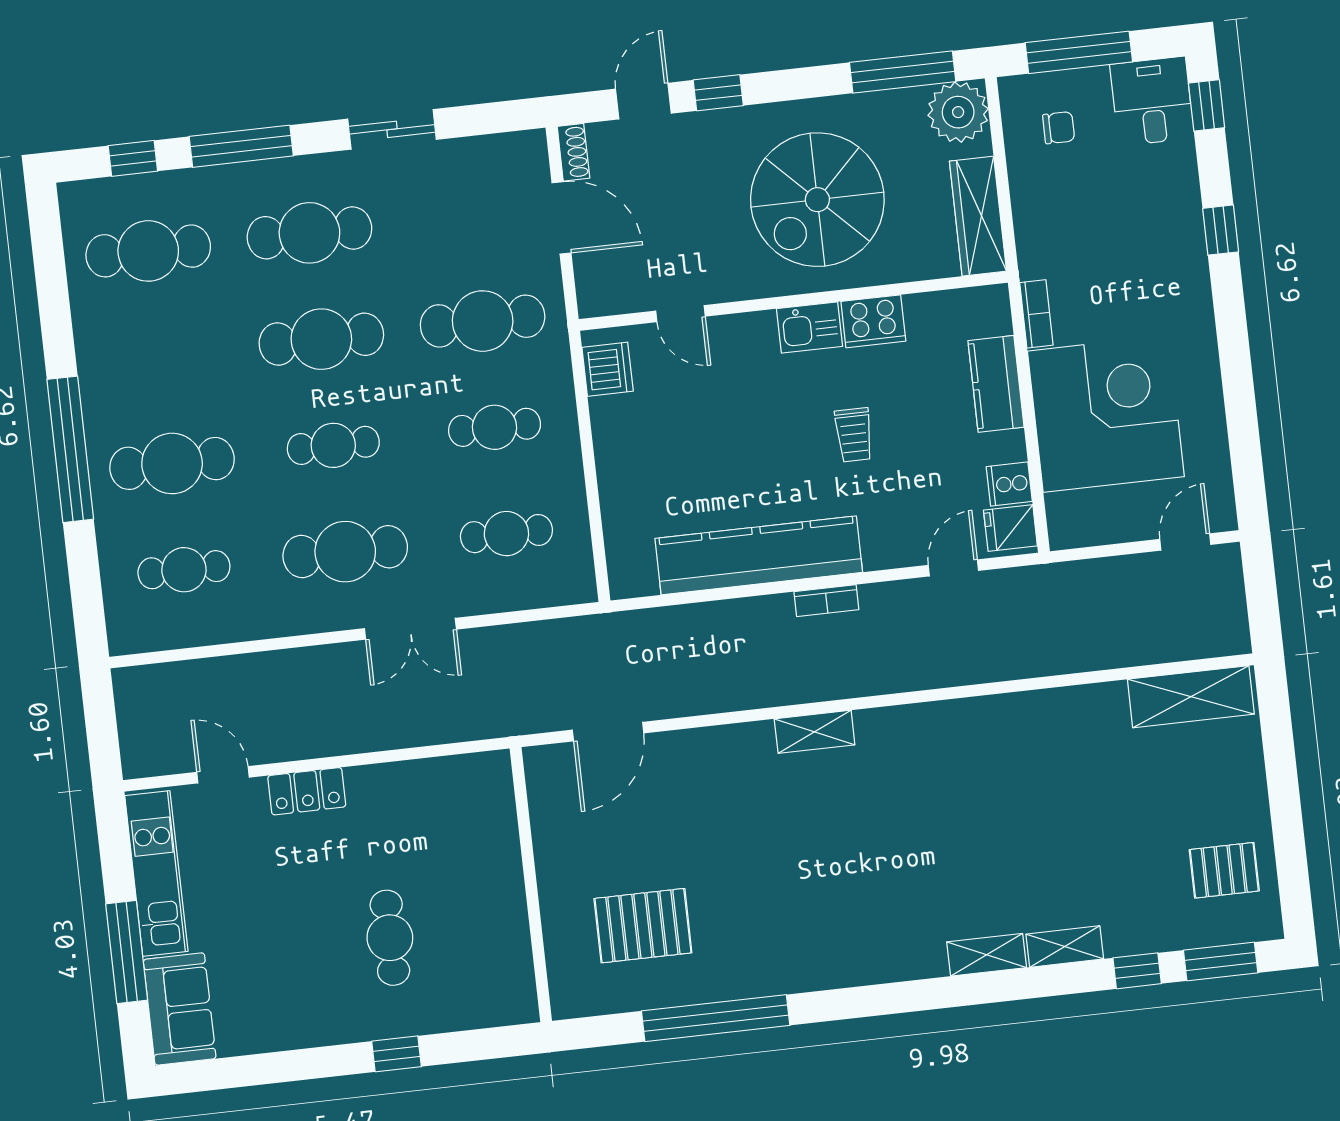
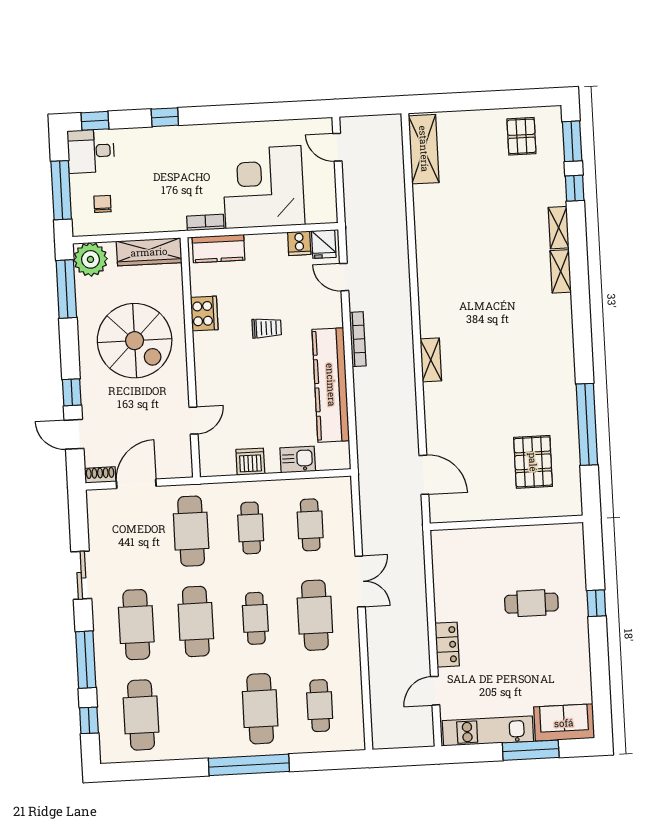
kitchen sink: (810, 328) -> (298, 460), moved, turned -90
dishwasher: (608, 369) -> (250, 462), moved
kitchen counter: (996, 384) -> (219, 249), moved
bookcase: (826, 601) -> (358, 339), width x1.56

